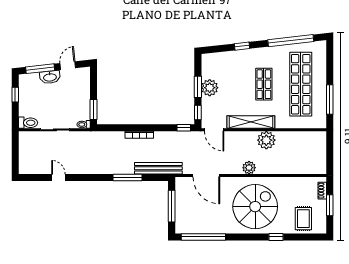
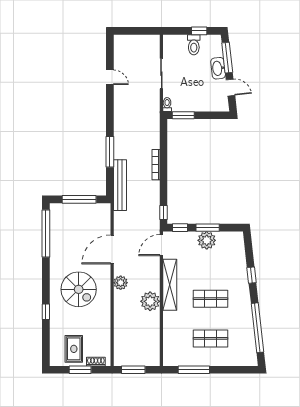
shop shelf: (301, 84) -> (210, 338), width x0.50, depth x0.74
toilet: (28, 123) -> (194, 45), moved
window: (330, 156) -> (133, 370), added
door: (206, 176) -> (112, 250), moved
door: (58, 178) -> (110, 77), hinge flipped
spiral stairs: (255, 207) -> (79, 289), width x0.73, depth x0.73
rug: (303, 219) -> (74, 349), moved, turned 90

